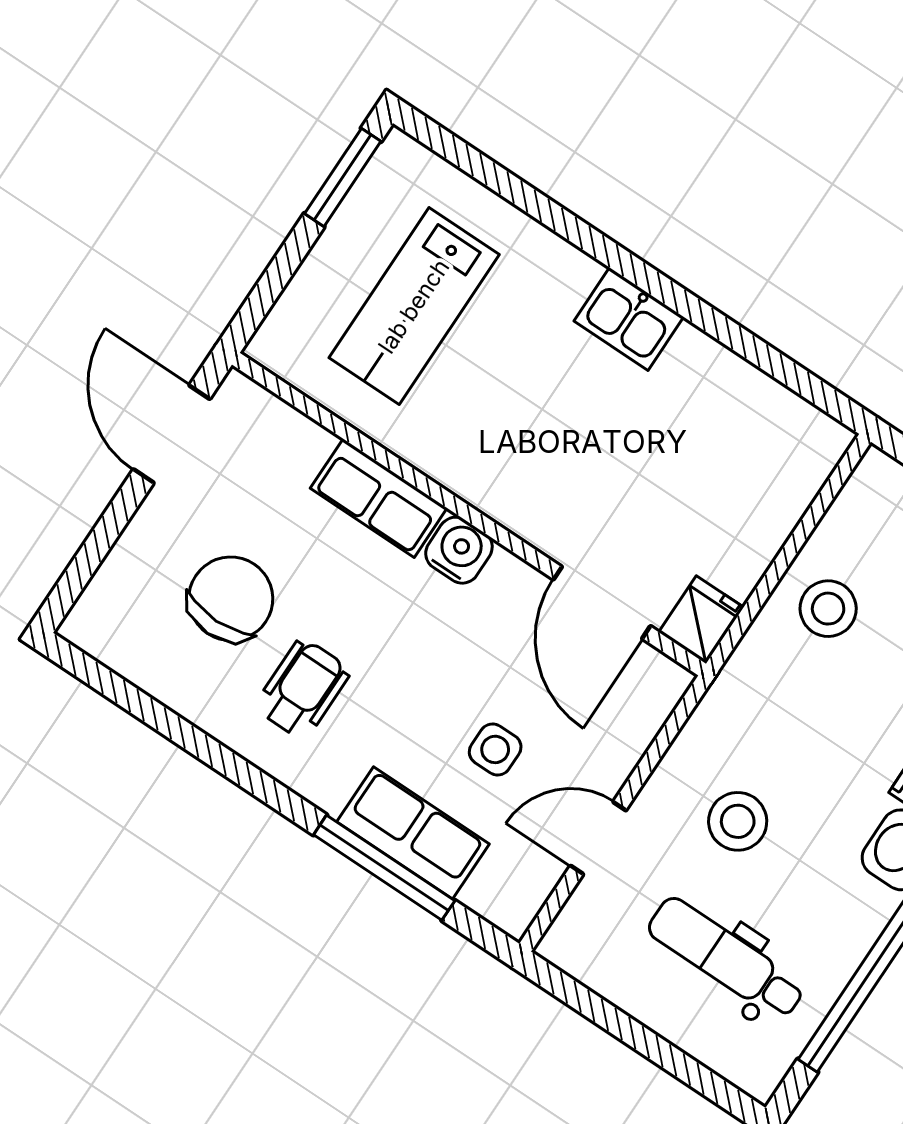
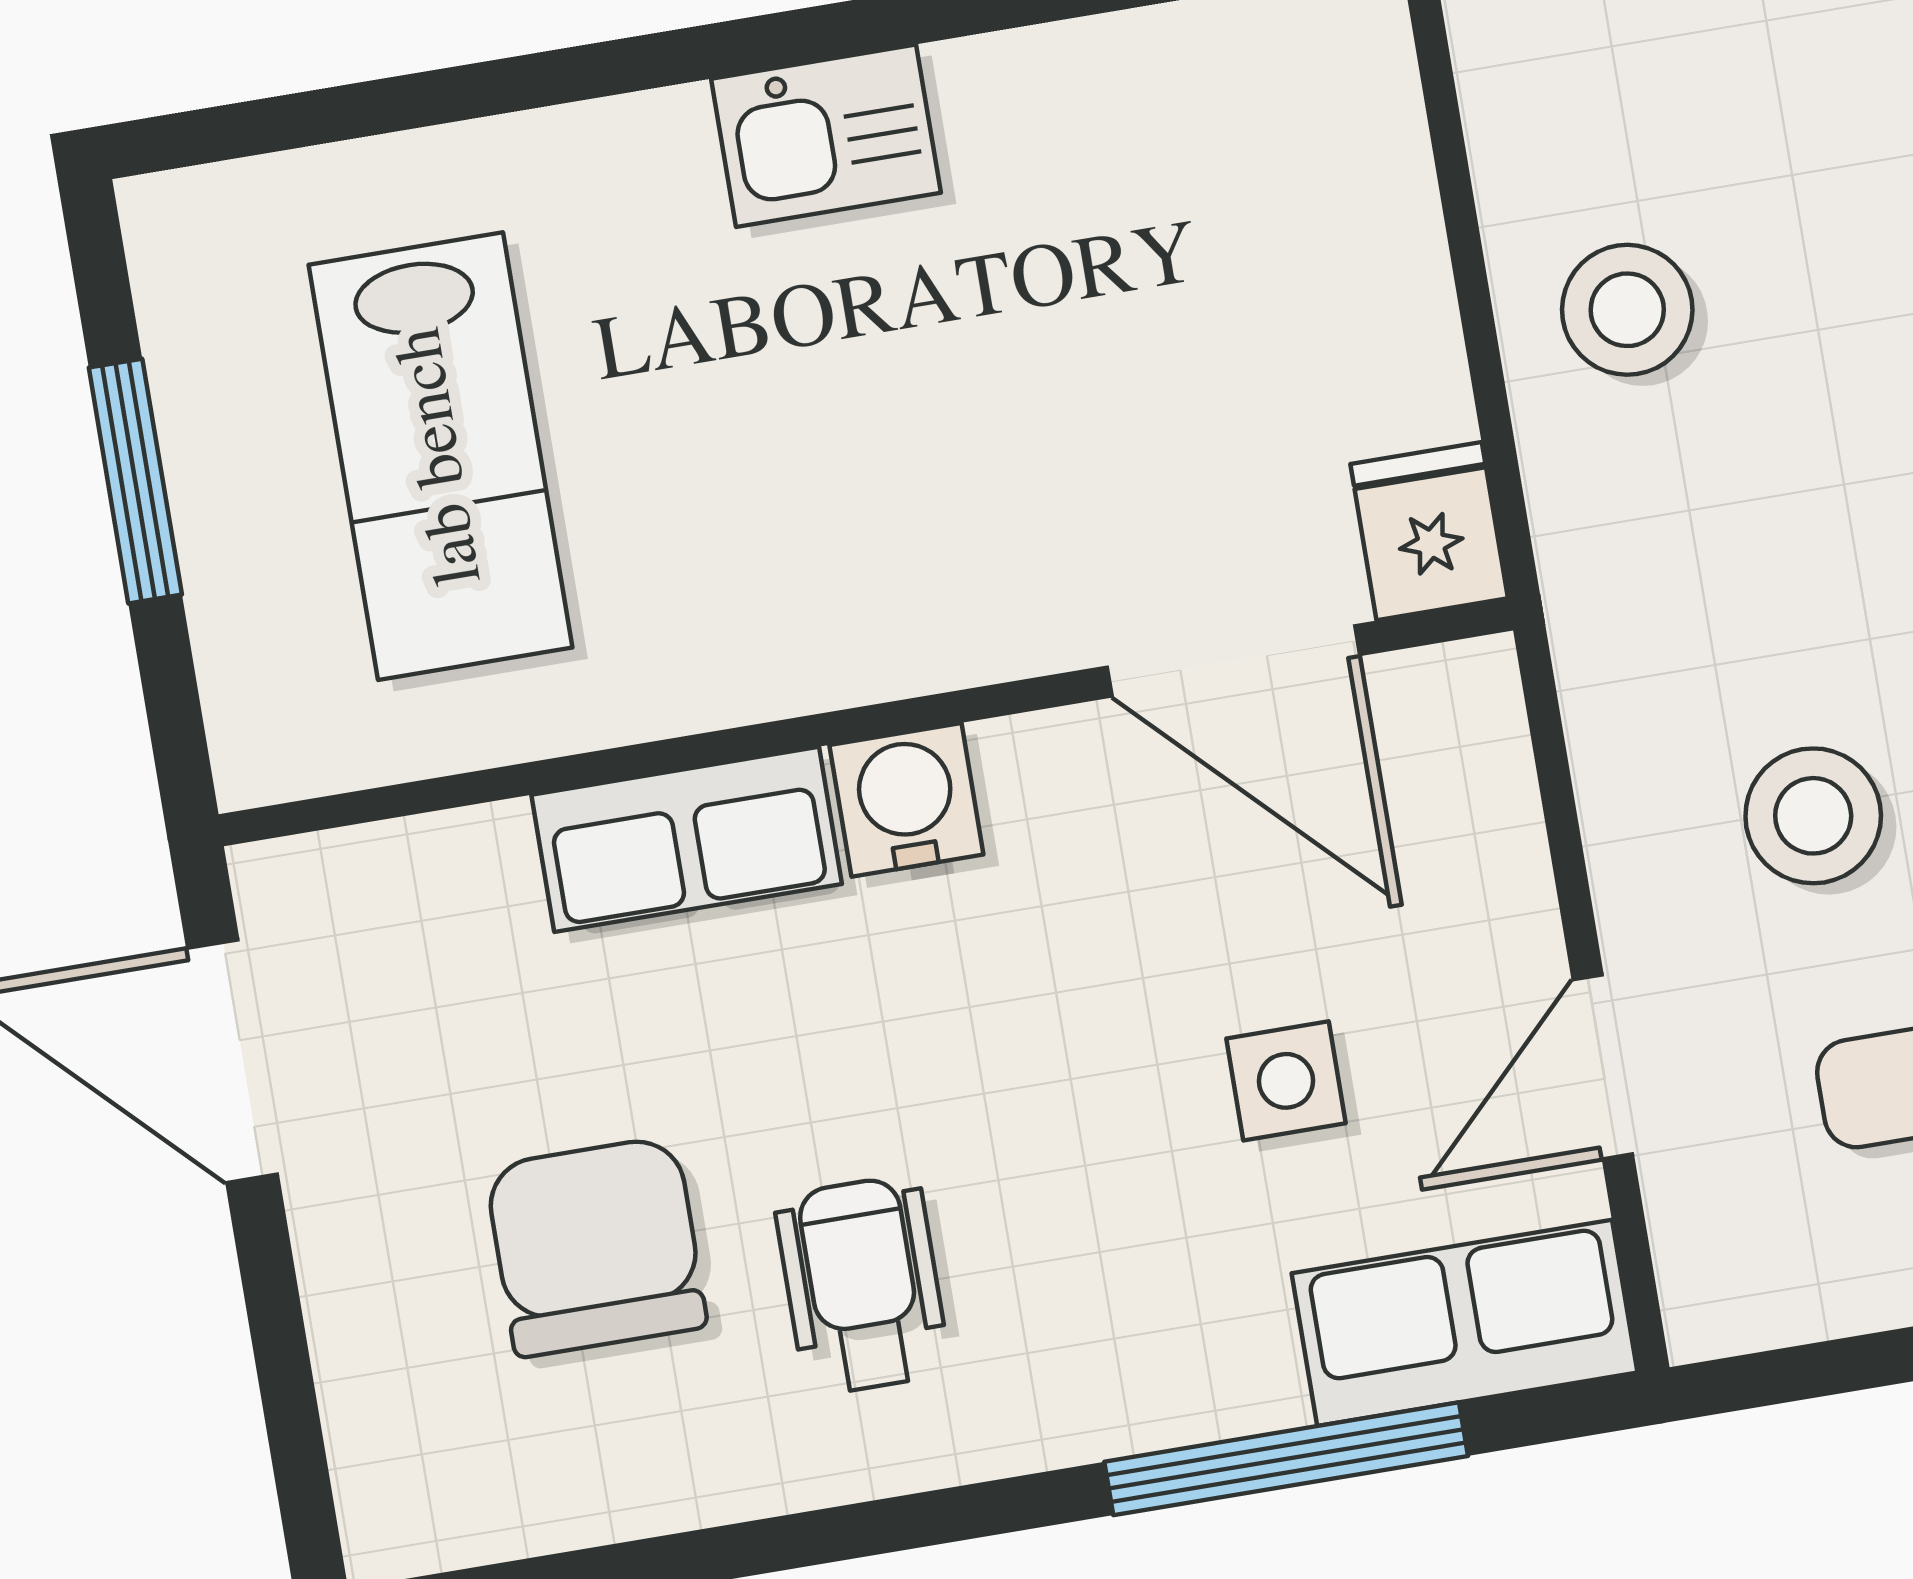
window: (343, 177) -> (135, 481), moved
row of seats: (413, 833) -> (1465, 1323), moved

